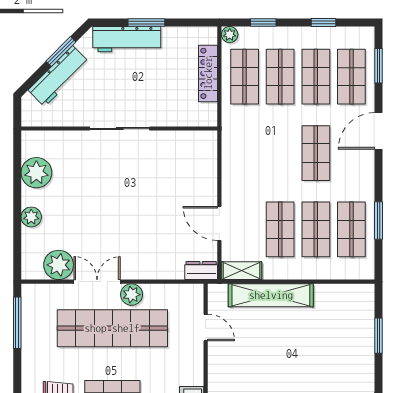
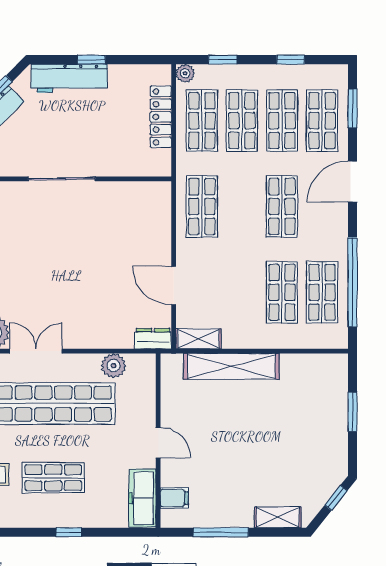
window: (146, 22) -> (91, 60), width x0.67
window: (378, 220) -> (352, 282), width x2.11
shop shelf: (280, 229) -> (202, 206), moved
plant: (132, 295) -> (114, 366), moved
door: (206, 327) -> (158, 443), moved

